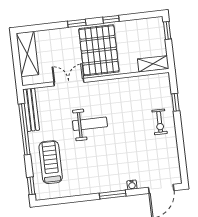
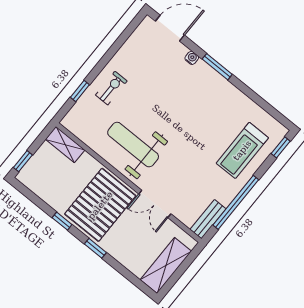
bench: (31, 110) -> (208, 219), width x0.73
weight bench: (90, 124) -> (133, 145), moved, width x1.36, depth x1.33

